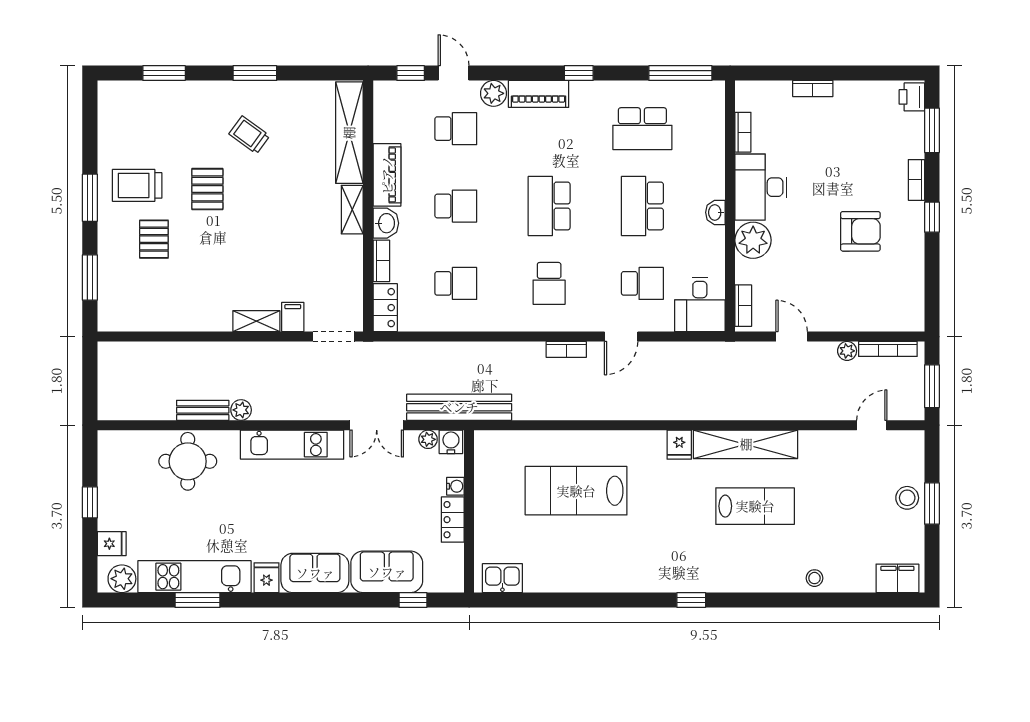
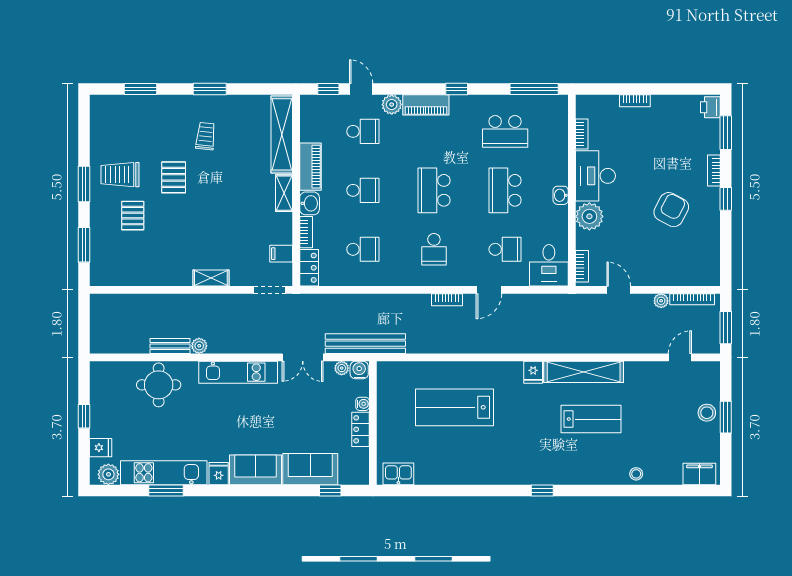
trolley: (249, 135) -> (206, 136), turned 60
armchair: (860, 231) -> (671, 210), turned -62
filing cabinet: (293, 317) -> (281, 254), moved, turned -90

